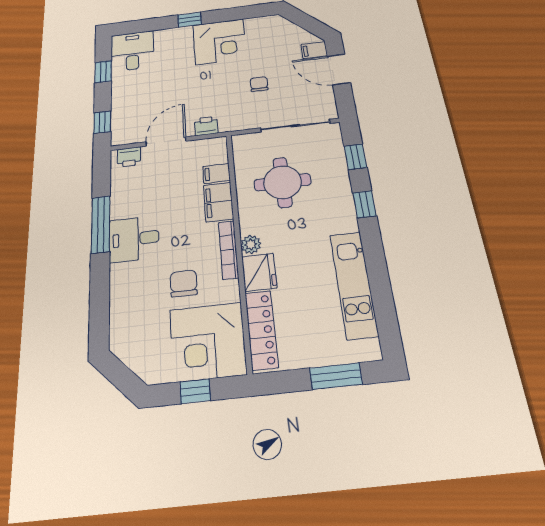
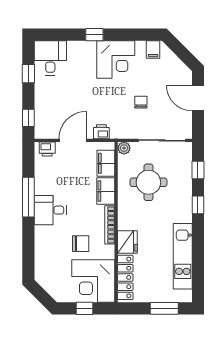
filing cabinet: (314, 50) -> (153, 49), moved, turned -90
filing cabinet: (216, 173) -> (106, 163), width x2.00
plant: (251, 244) -> (124, 148), moved
chair: (184, 283) -> (81, 244), turned 90

